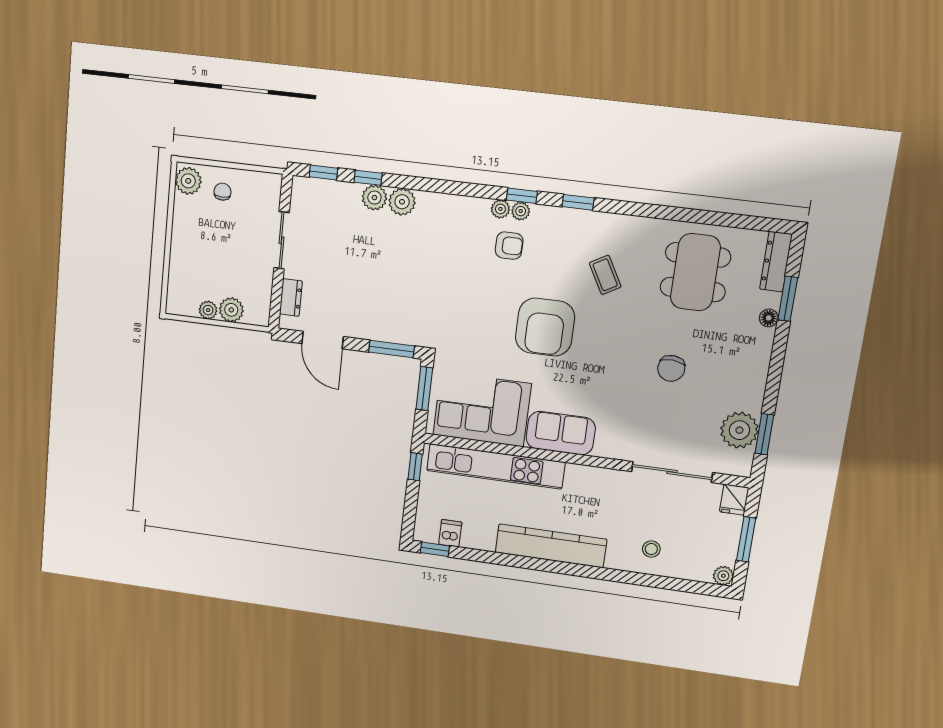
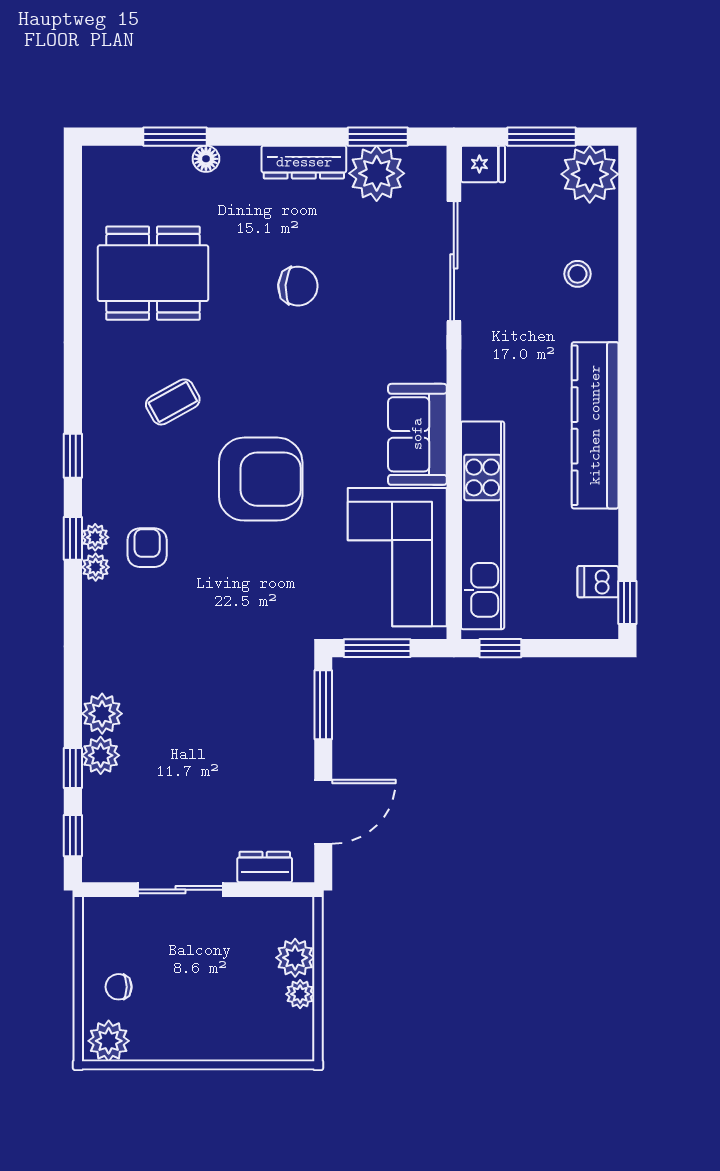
dresser: (776, 262) -> (304, 162), moved
plant: (723, 576) -> (590, 174), width x1.87, depth x1.87

